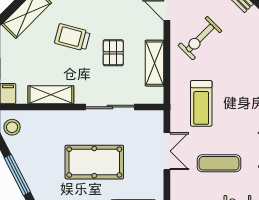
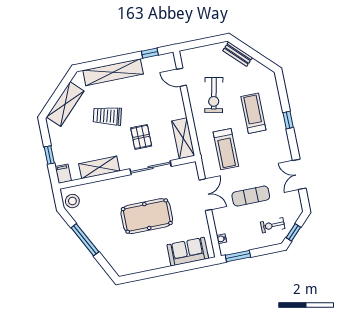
exercise bike: (200, 38) -> (214, 95), turned -33
pallet: (113, 53) -> (141, 137), moved
shelving: (155, 63) -> (183, 138), moved
treadmill: (241, 68) -> (253, 113), added

